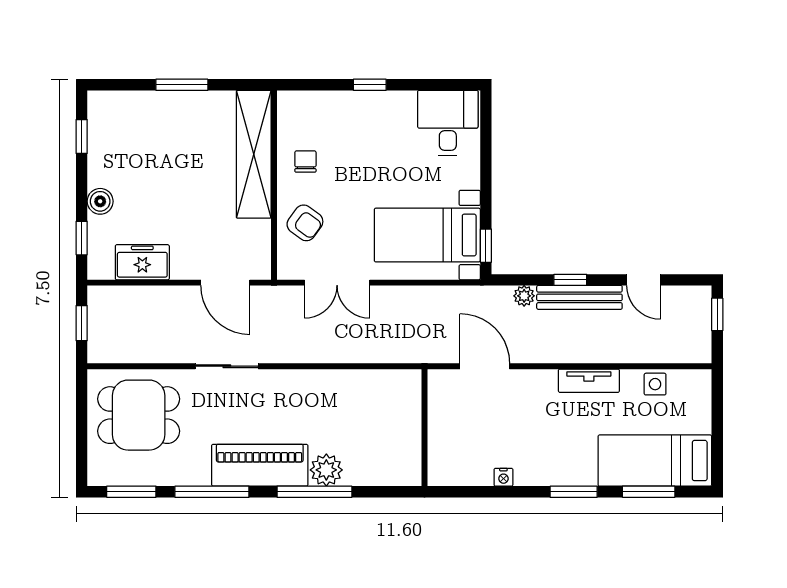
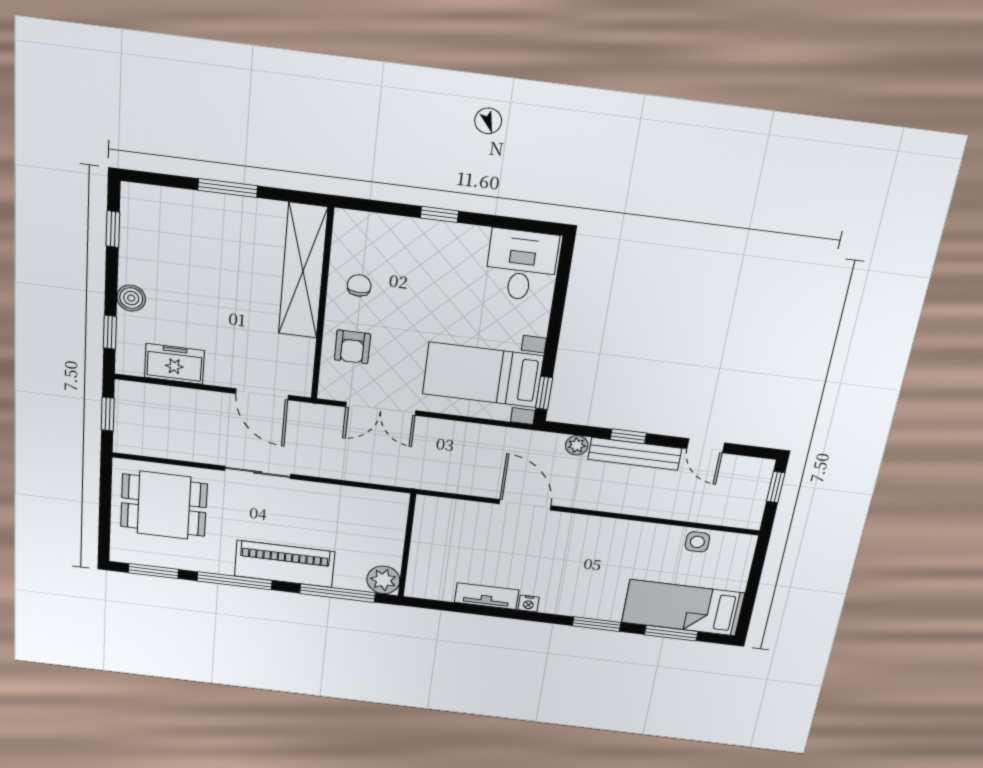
armchair: (305, 223) -> (352, 347), turned 54
tv unit: (589, 381) -> (487, 596), moved, turned 180
wall: (425, 428) -> (407, 546), moved
plant: (326, 470) -> (383, 580), moved

